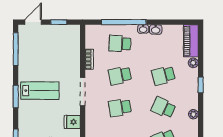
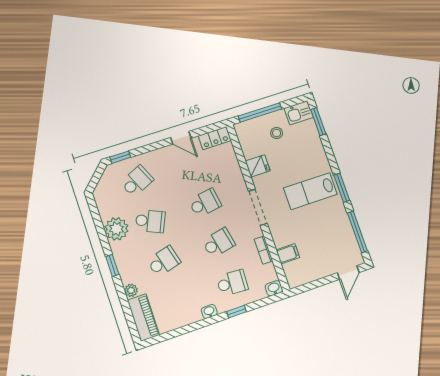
window: (59, 22) -> (317, 283), removed
window: (124, 22) -> (237, 312), width x0.32
washbasin: (156, 29) -> (274, 288), moved
filing cabinet: (73, 51) -> (288, 254), added
window: (16, 97) -> (342, 188), moved
plant: (193, 114) -> (116, 229), width x1.88, depth x1.88

